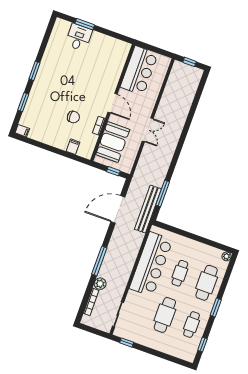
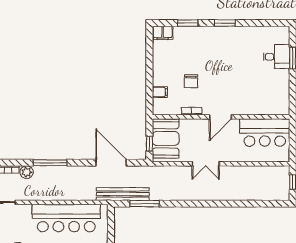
filing cabinet: (22, 131) -> (163, 33), width x2.00
booth: (113, 142) -> (166, 138), moved, turned 90

